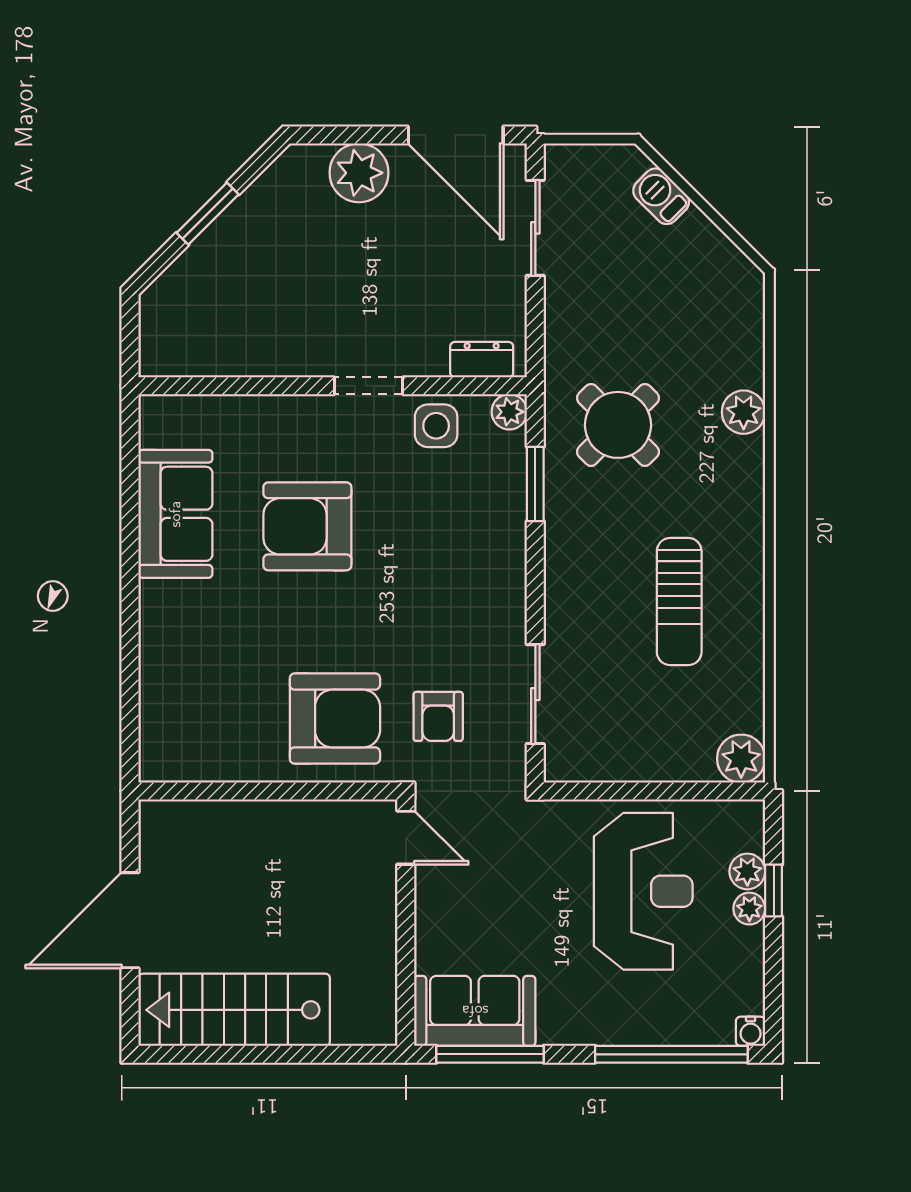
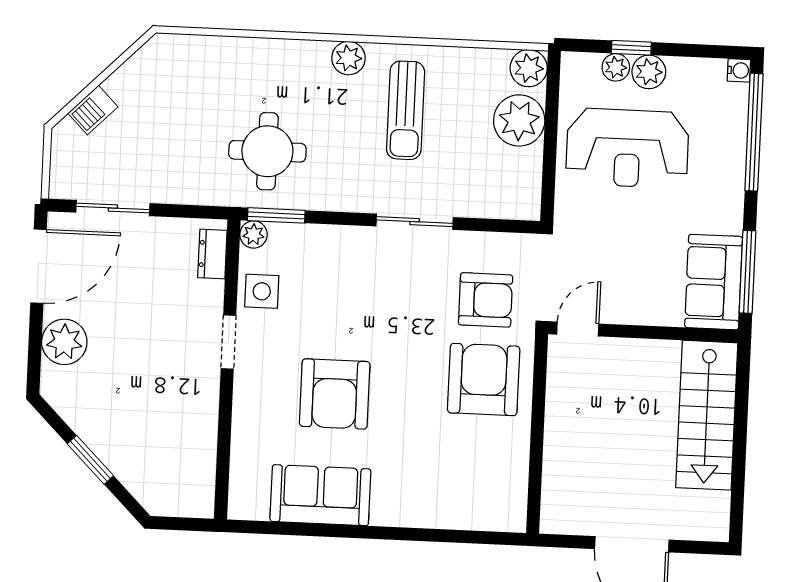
plant: (744, 412) -> (348, 58), moved
round table: (618, 425) -> (267, 151), turned 45
window: (535, 484) -> (276, 215), moved
sun lounger: (679, 602) -> (406, 110), turned 90
sliding door: (535, 694) -> (415, 222), moved
armchair: (438, 716) -> (486, 300), width x1.38, depth x1.38
plant: (673, 749) -> (519, 120), added
reception desk: (643, 891) -> (627, 148), turned 180
plant: (749, 909) -> (649, 72), width x1.38, depth x1.38
stairs: (234, 1010) -> (707, 415), moved

